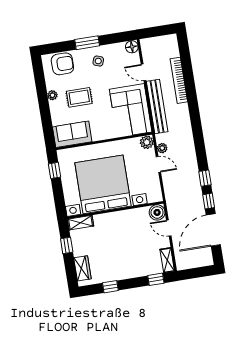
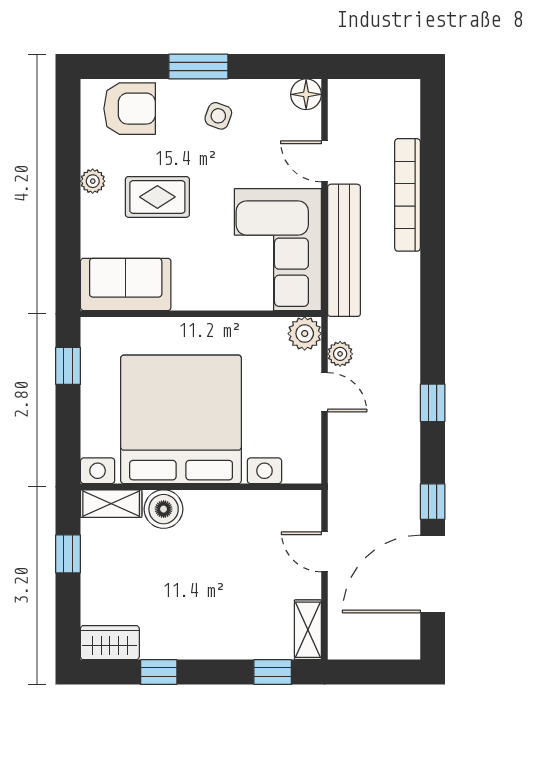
window: (205, 178) -> (433, 403), moved
boiler: (157, 212) -> (164, 509), moved
wardrobe: (82, 268) -> (110, 643), moved, turned -90

